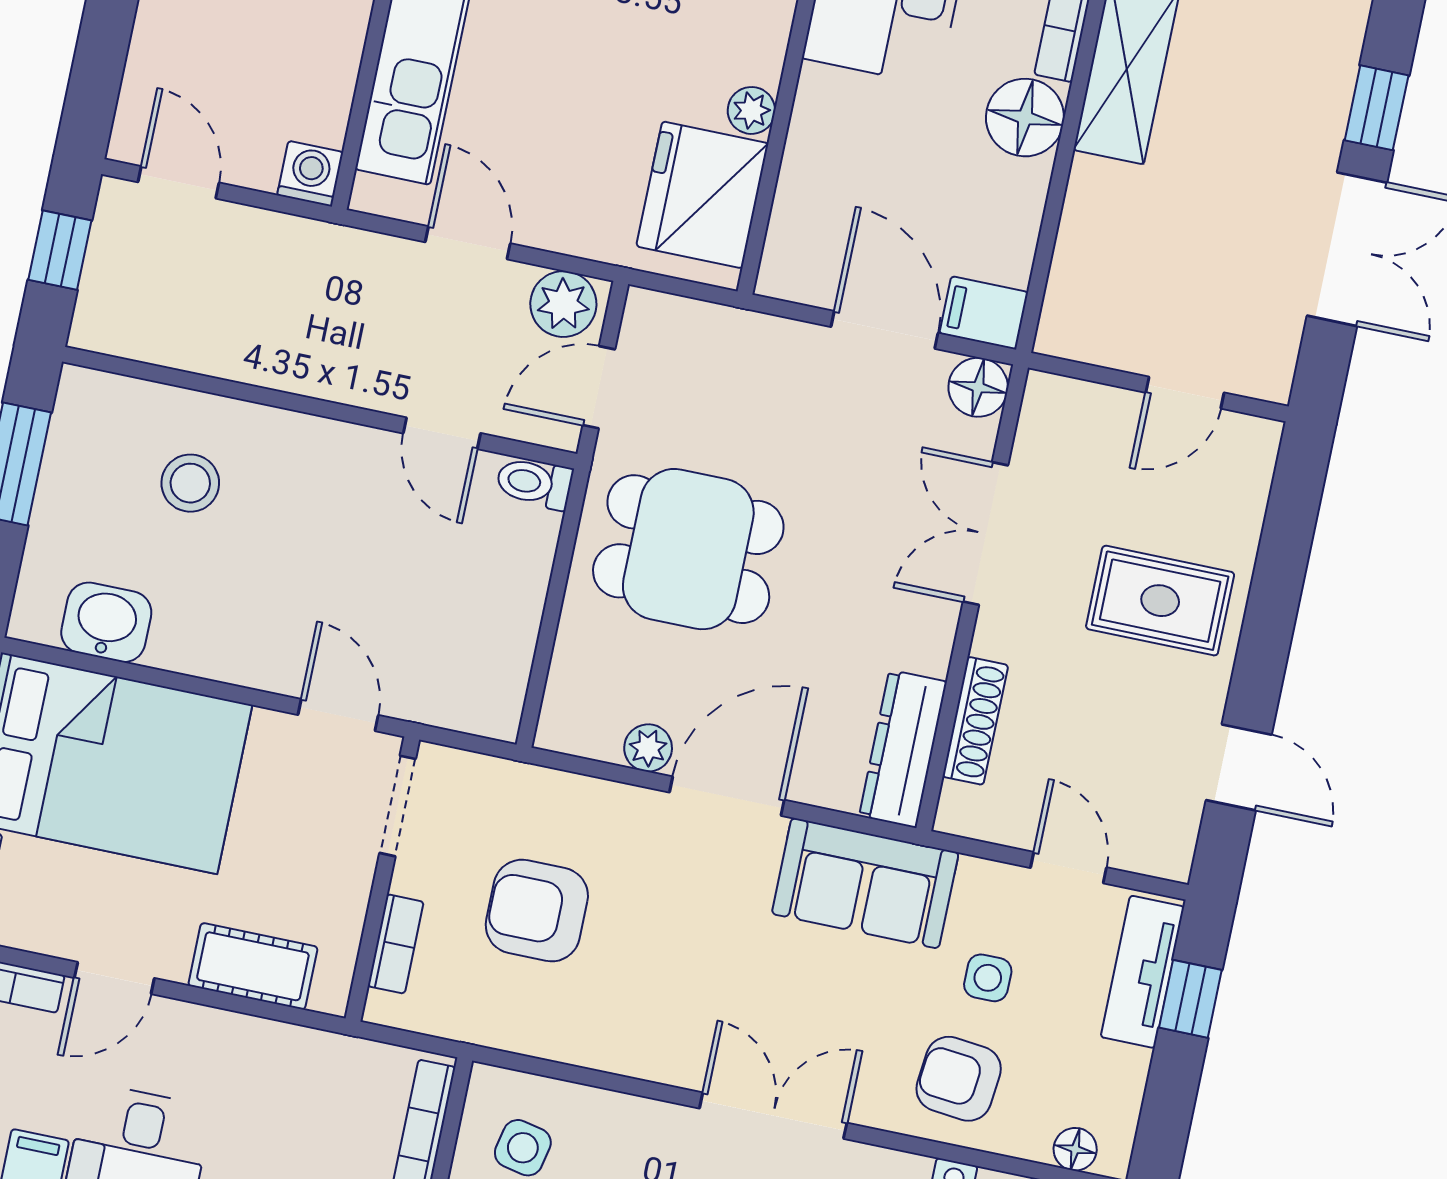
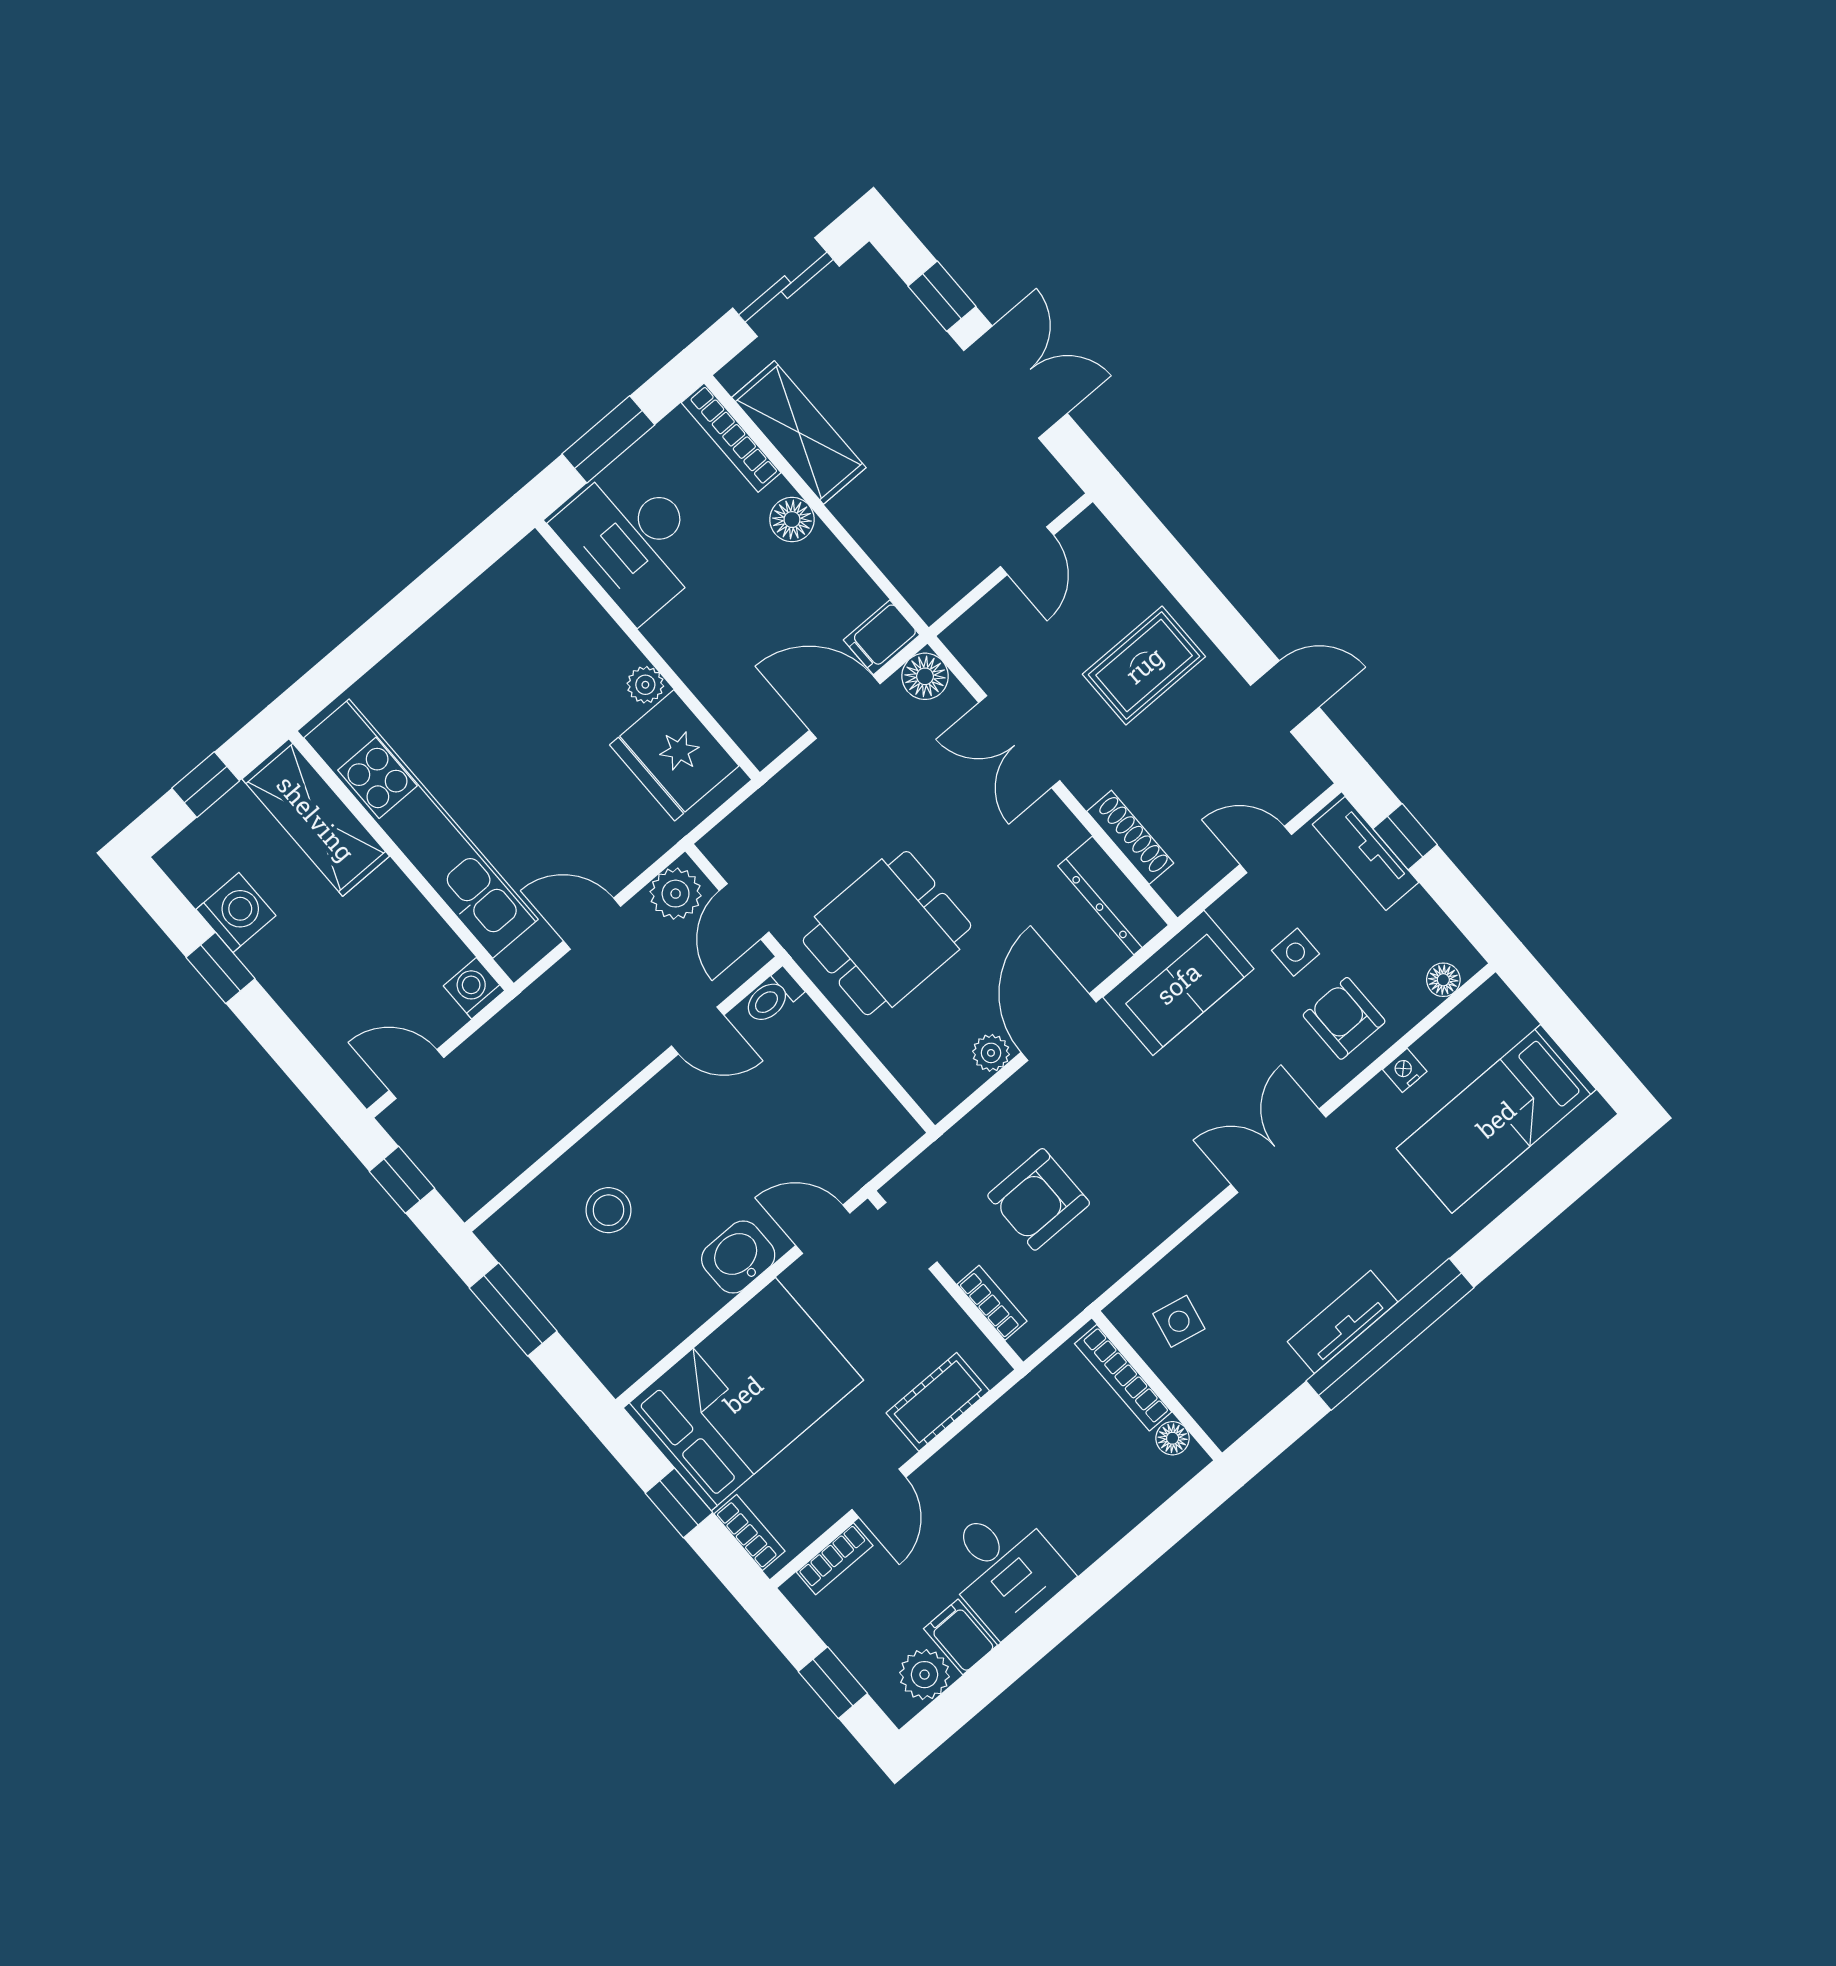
floor lamp: (1025, 118) -> (792, 520), width x0.73, depth x0.73
washbasin: (106, 622) -> (738, 1257), moved
armchair: (959, 1079) -> (1344, 1018), turned 84

